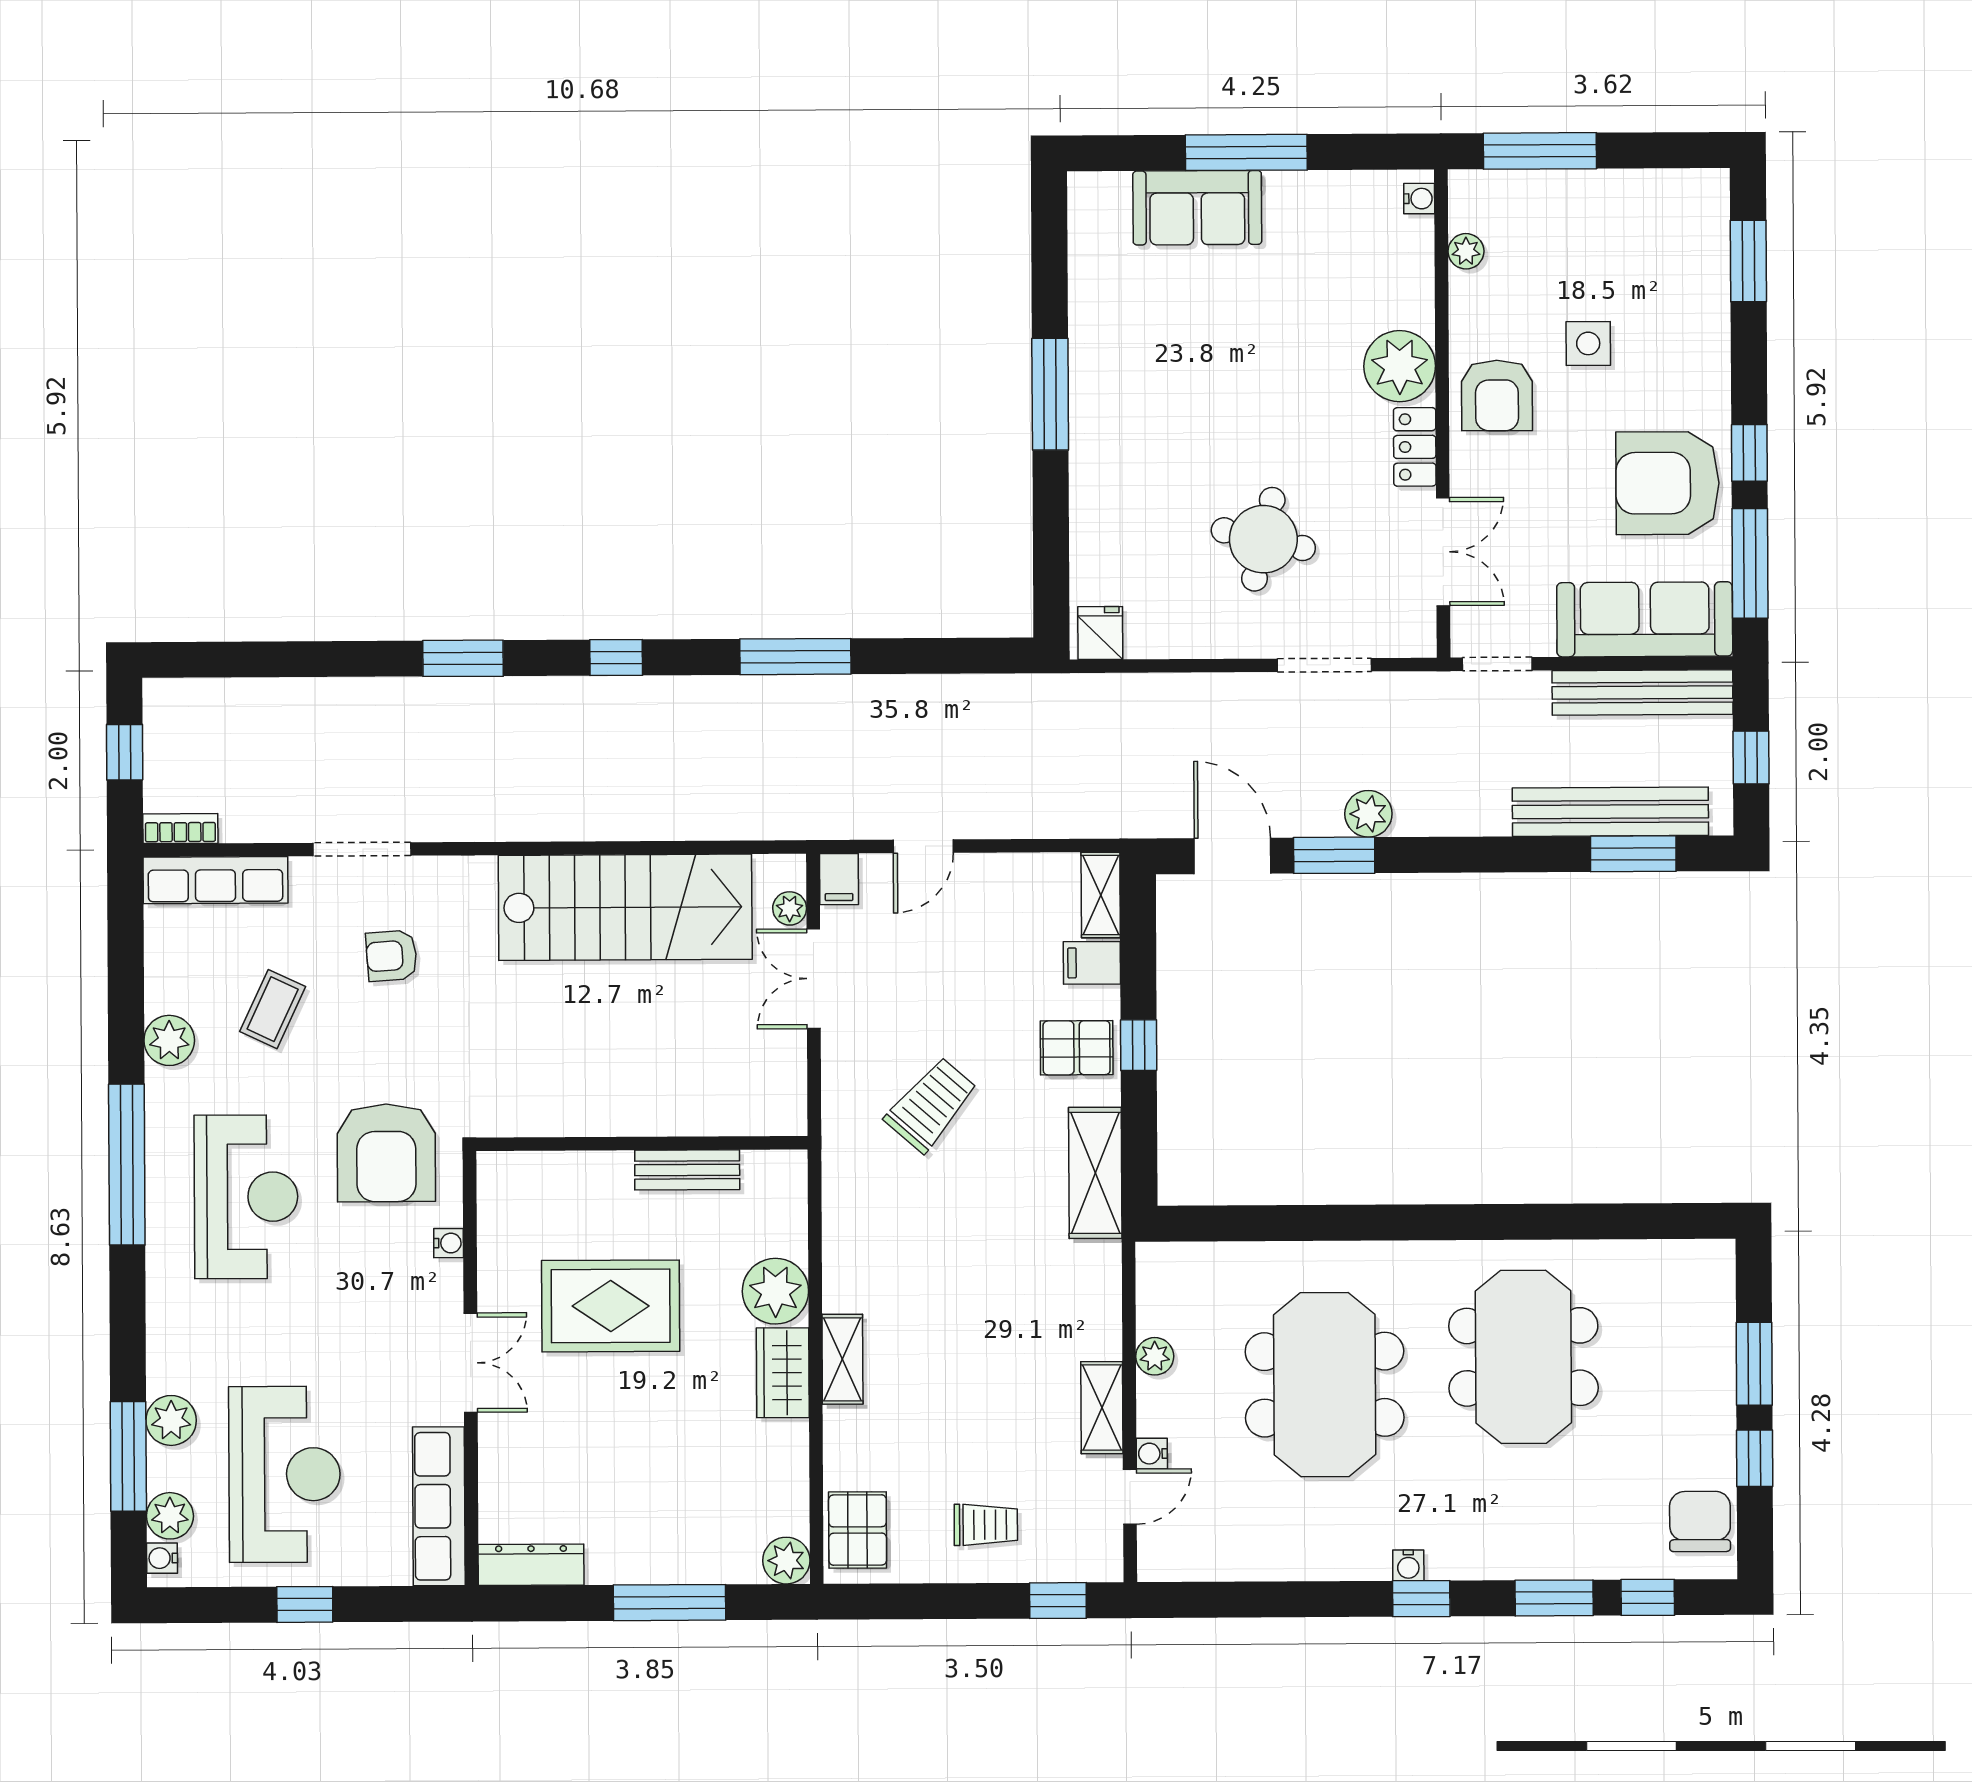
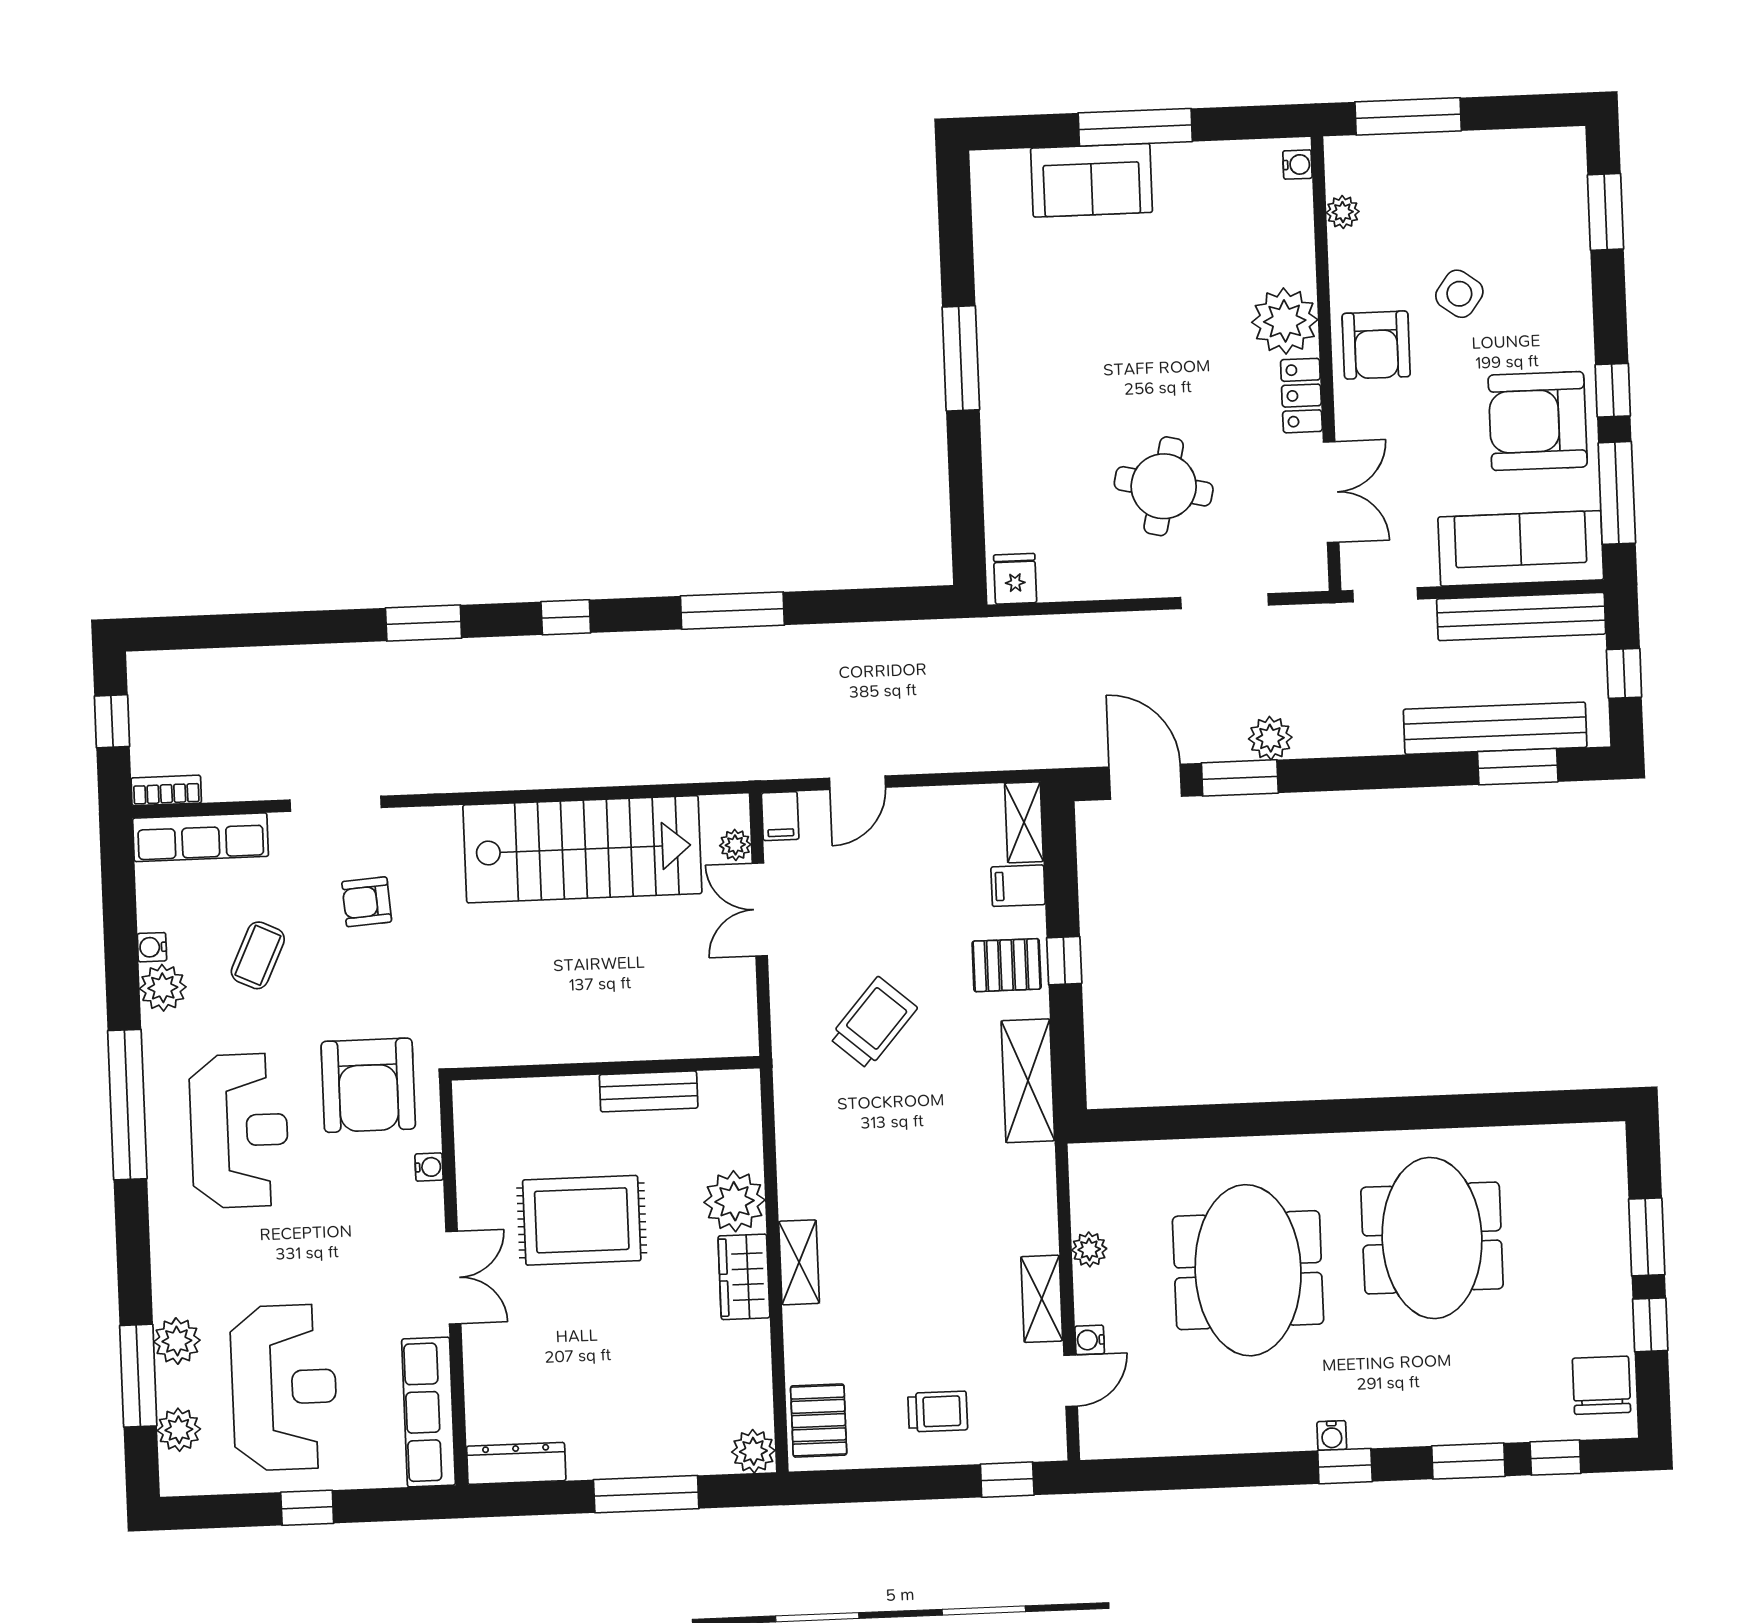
side table: (1588, 343) -> (1459, 294), turned 36
water cooler: (162, 1558) -> (152, 947), moved

